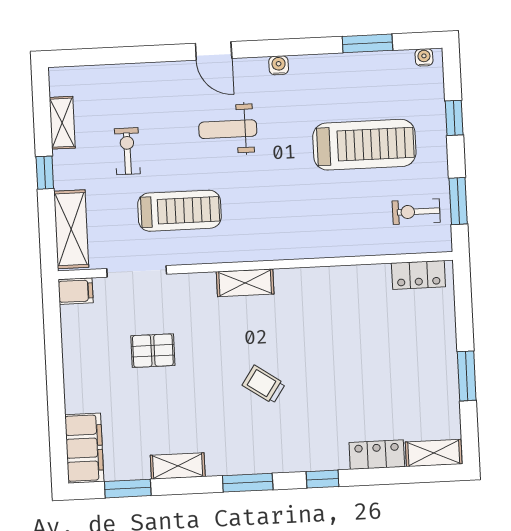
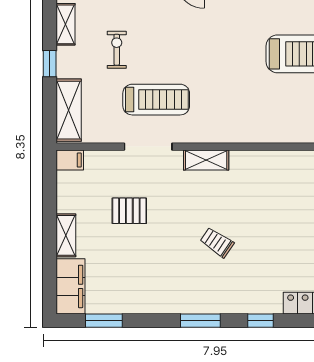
weight bench: (228, 129) -> (198, 36), removed
doorway: (137, 271) -> (148, 147), moved
shelving: (178, 466) -> (66, 235), moved, turned 90

